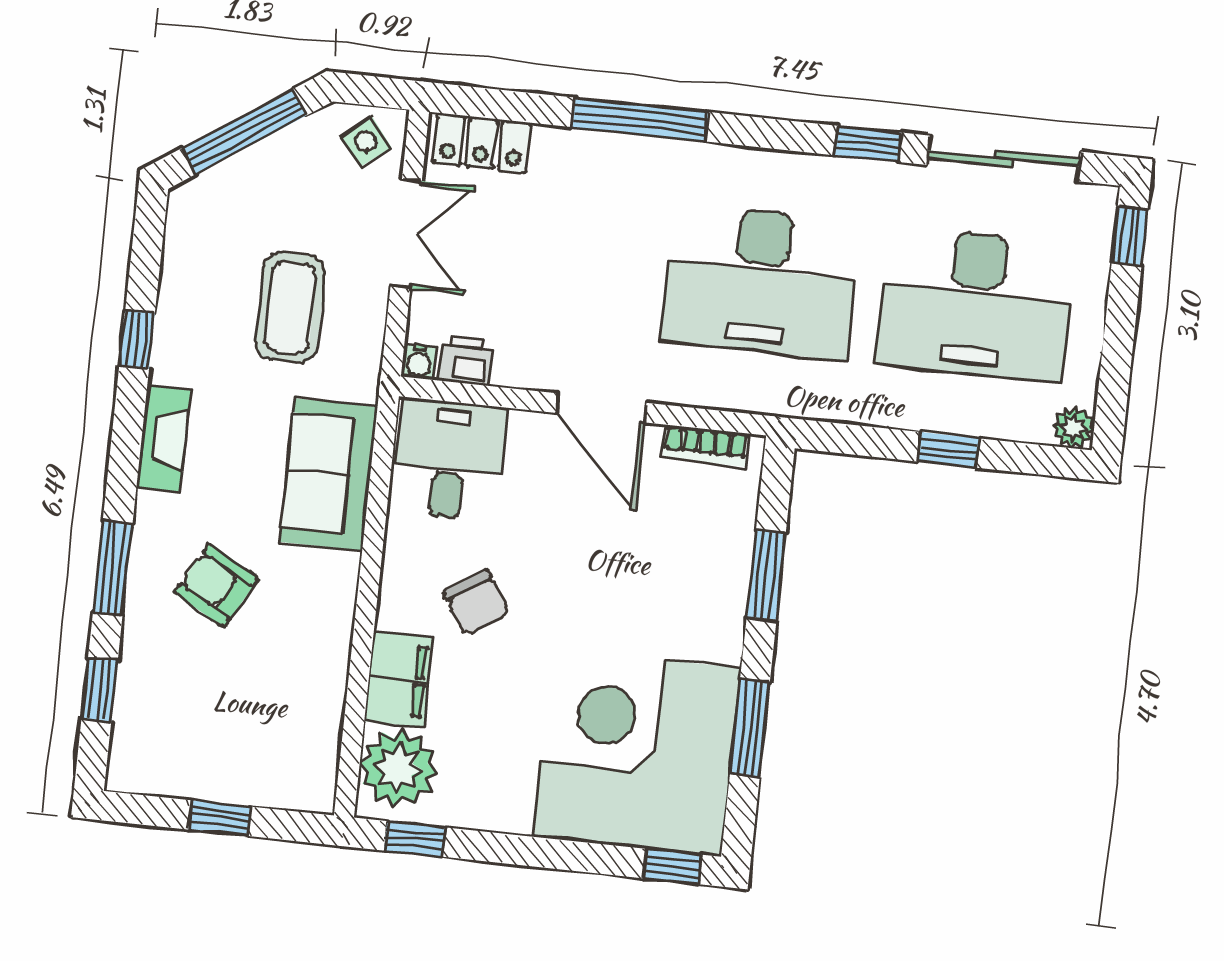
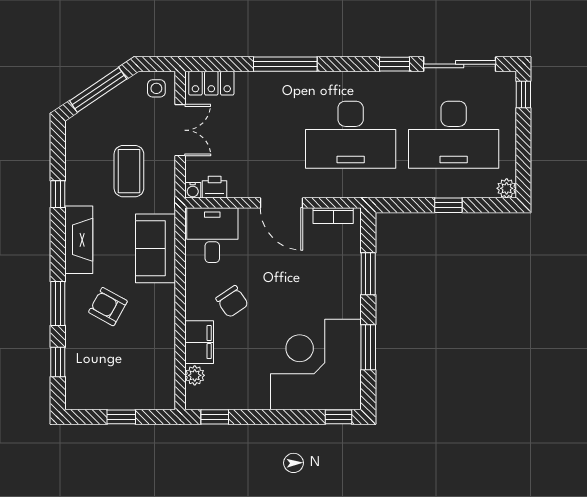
side table: (366, 142) -> (156, 88), turned 38
fireplace: (164, 439) -> (79, 240), width x1.37, depth x1.32
plant: (398, 768) -> (195, 375), width x0.53, depth x0.53

